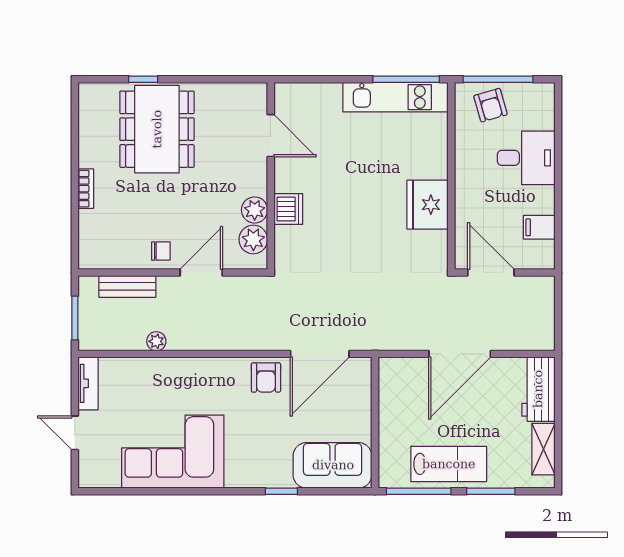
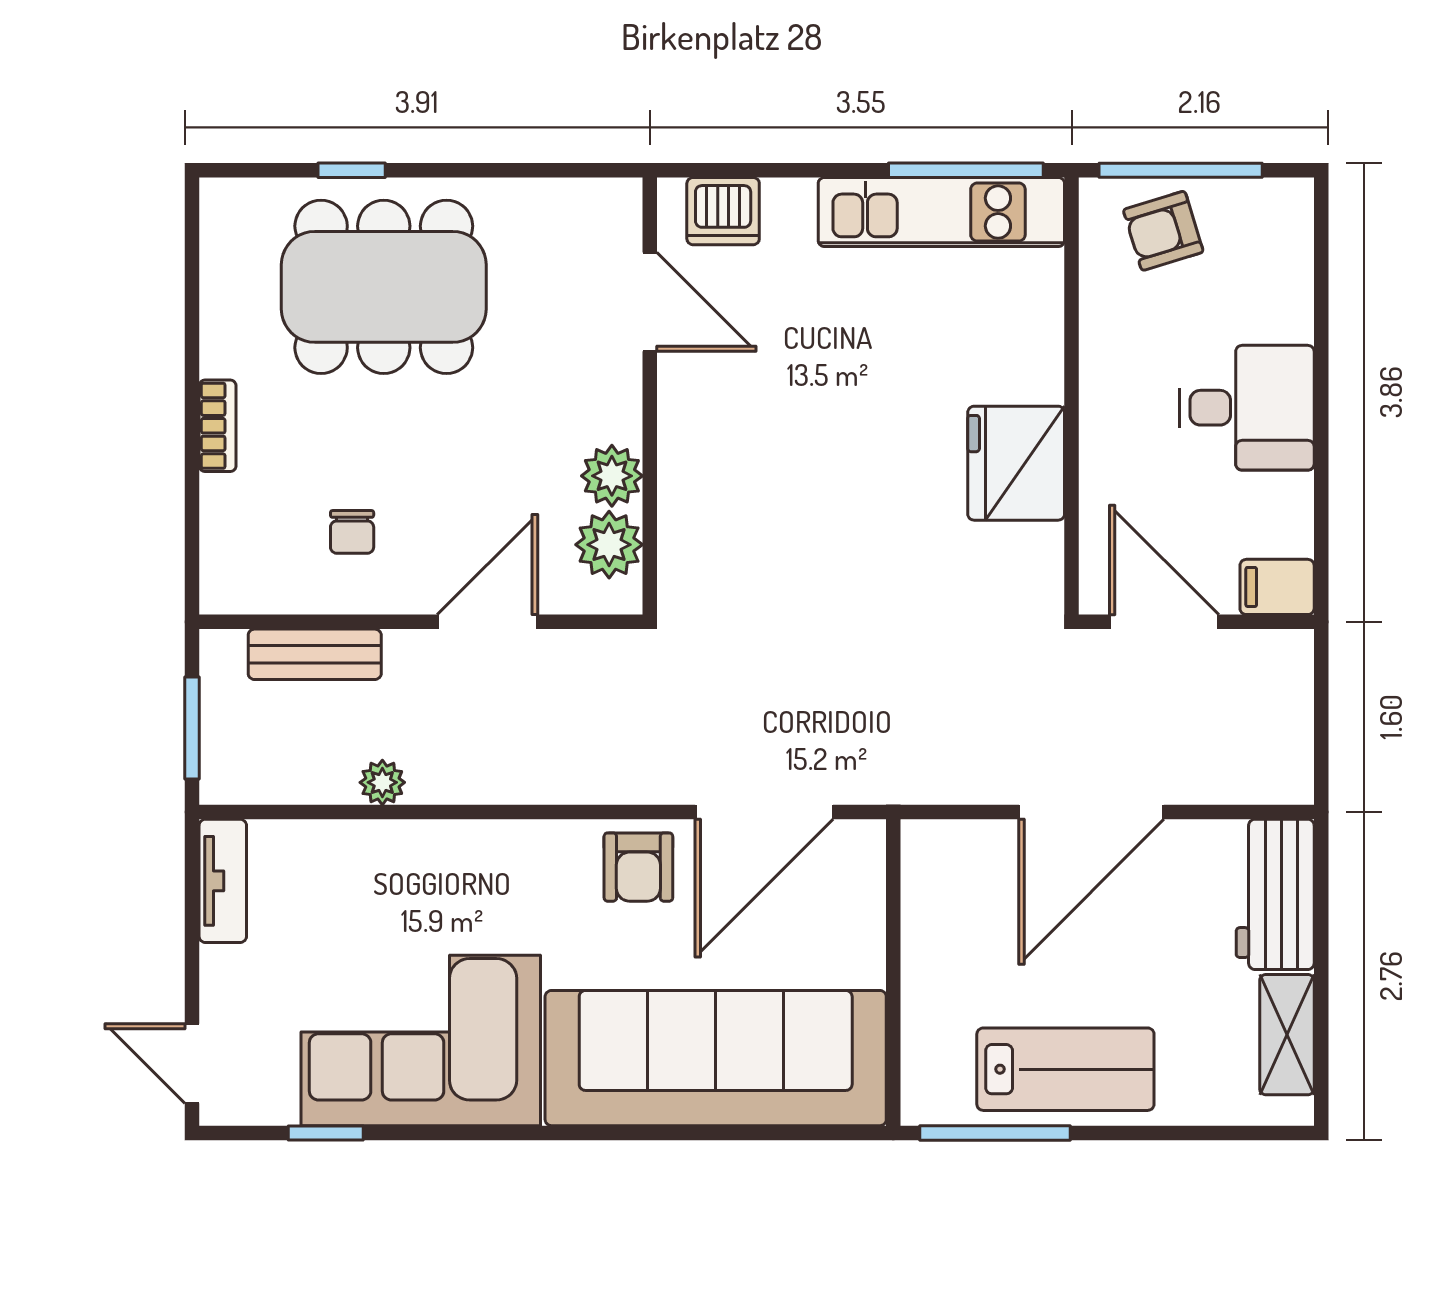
armchair: (491, 105) -> (1163, 231), turned 89
dining table: (157, 129) -> (384, 287), turned 90
desk: (526, 158) -> (1247, 408), moved
dishwasher: (288, 209) -> (723, 211), moved, turned 90
filing cabinet: (539, 227) -> (1277, 587), moved
chair: (161, 251) -> (352, 532), moved, turned 90
door: (75, 433) -> (192, 1063), moved
sofa: (333, 465) -> (716, 1058), width x1.85, depth x1.27
window: (281, 491) -> (326, 1133), moved
window: (491, 491) -> (1164, 1133), removed

